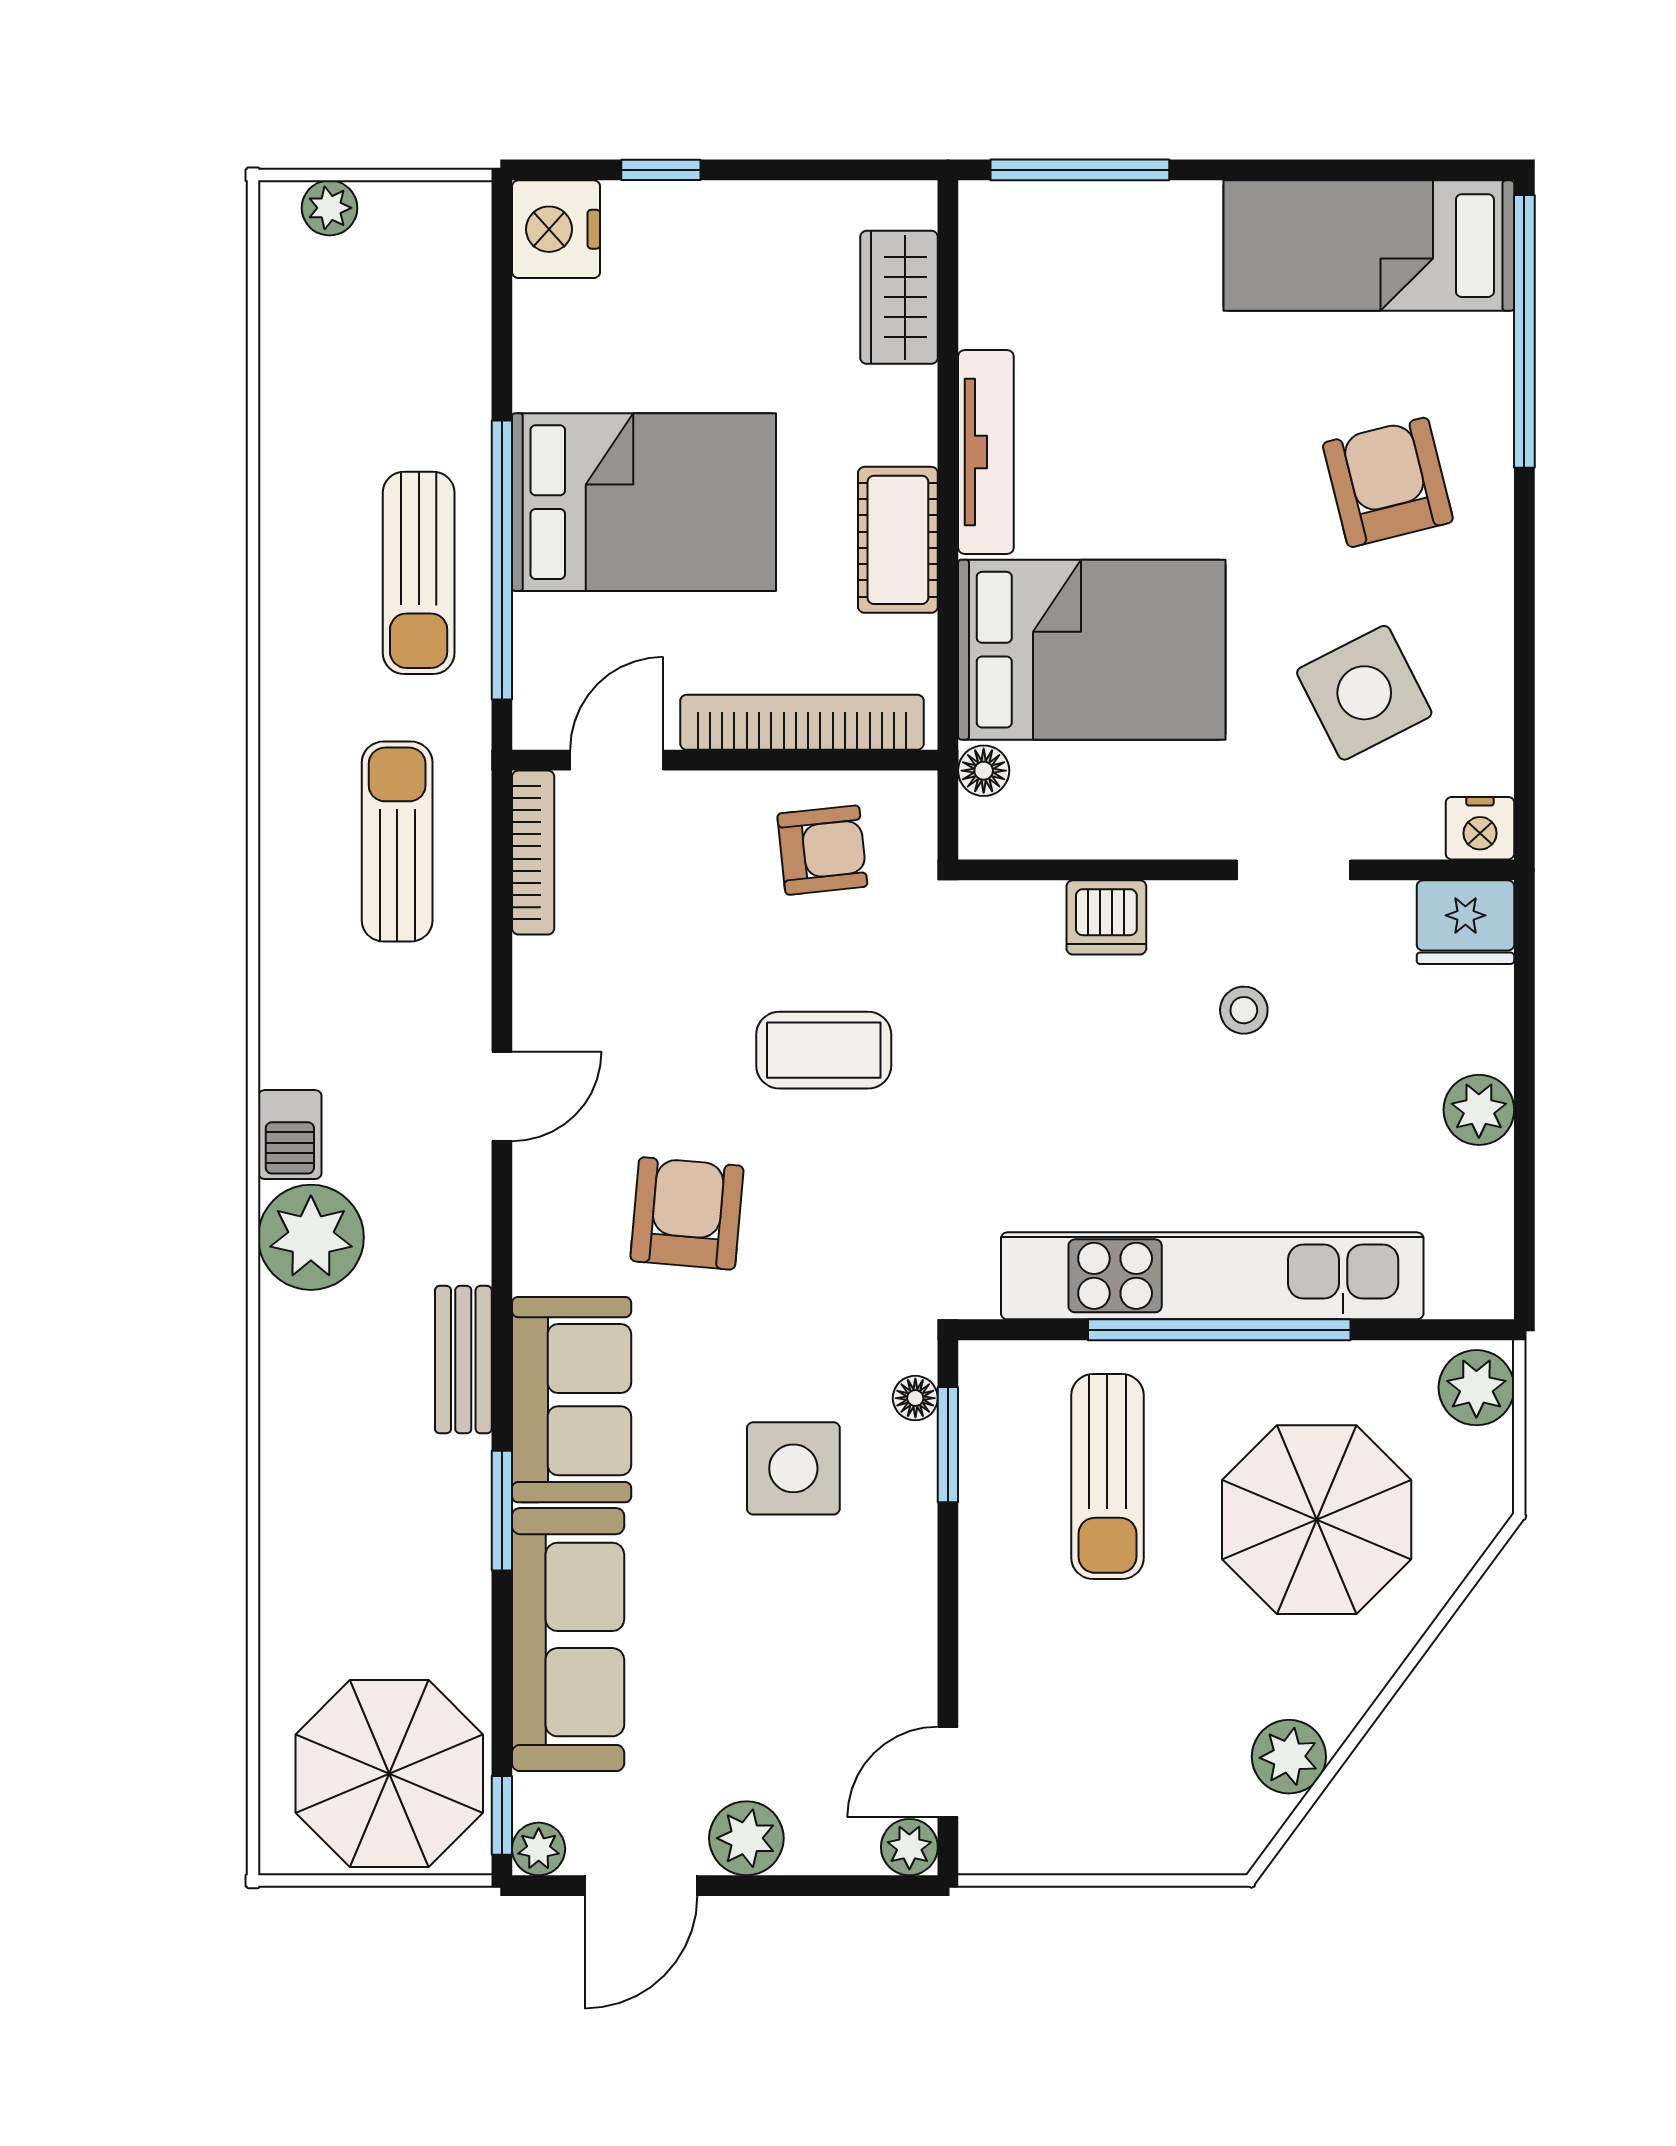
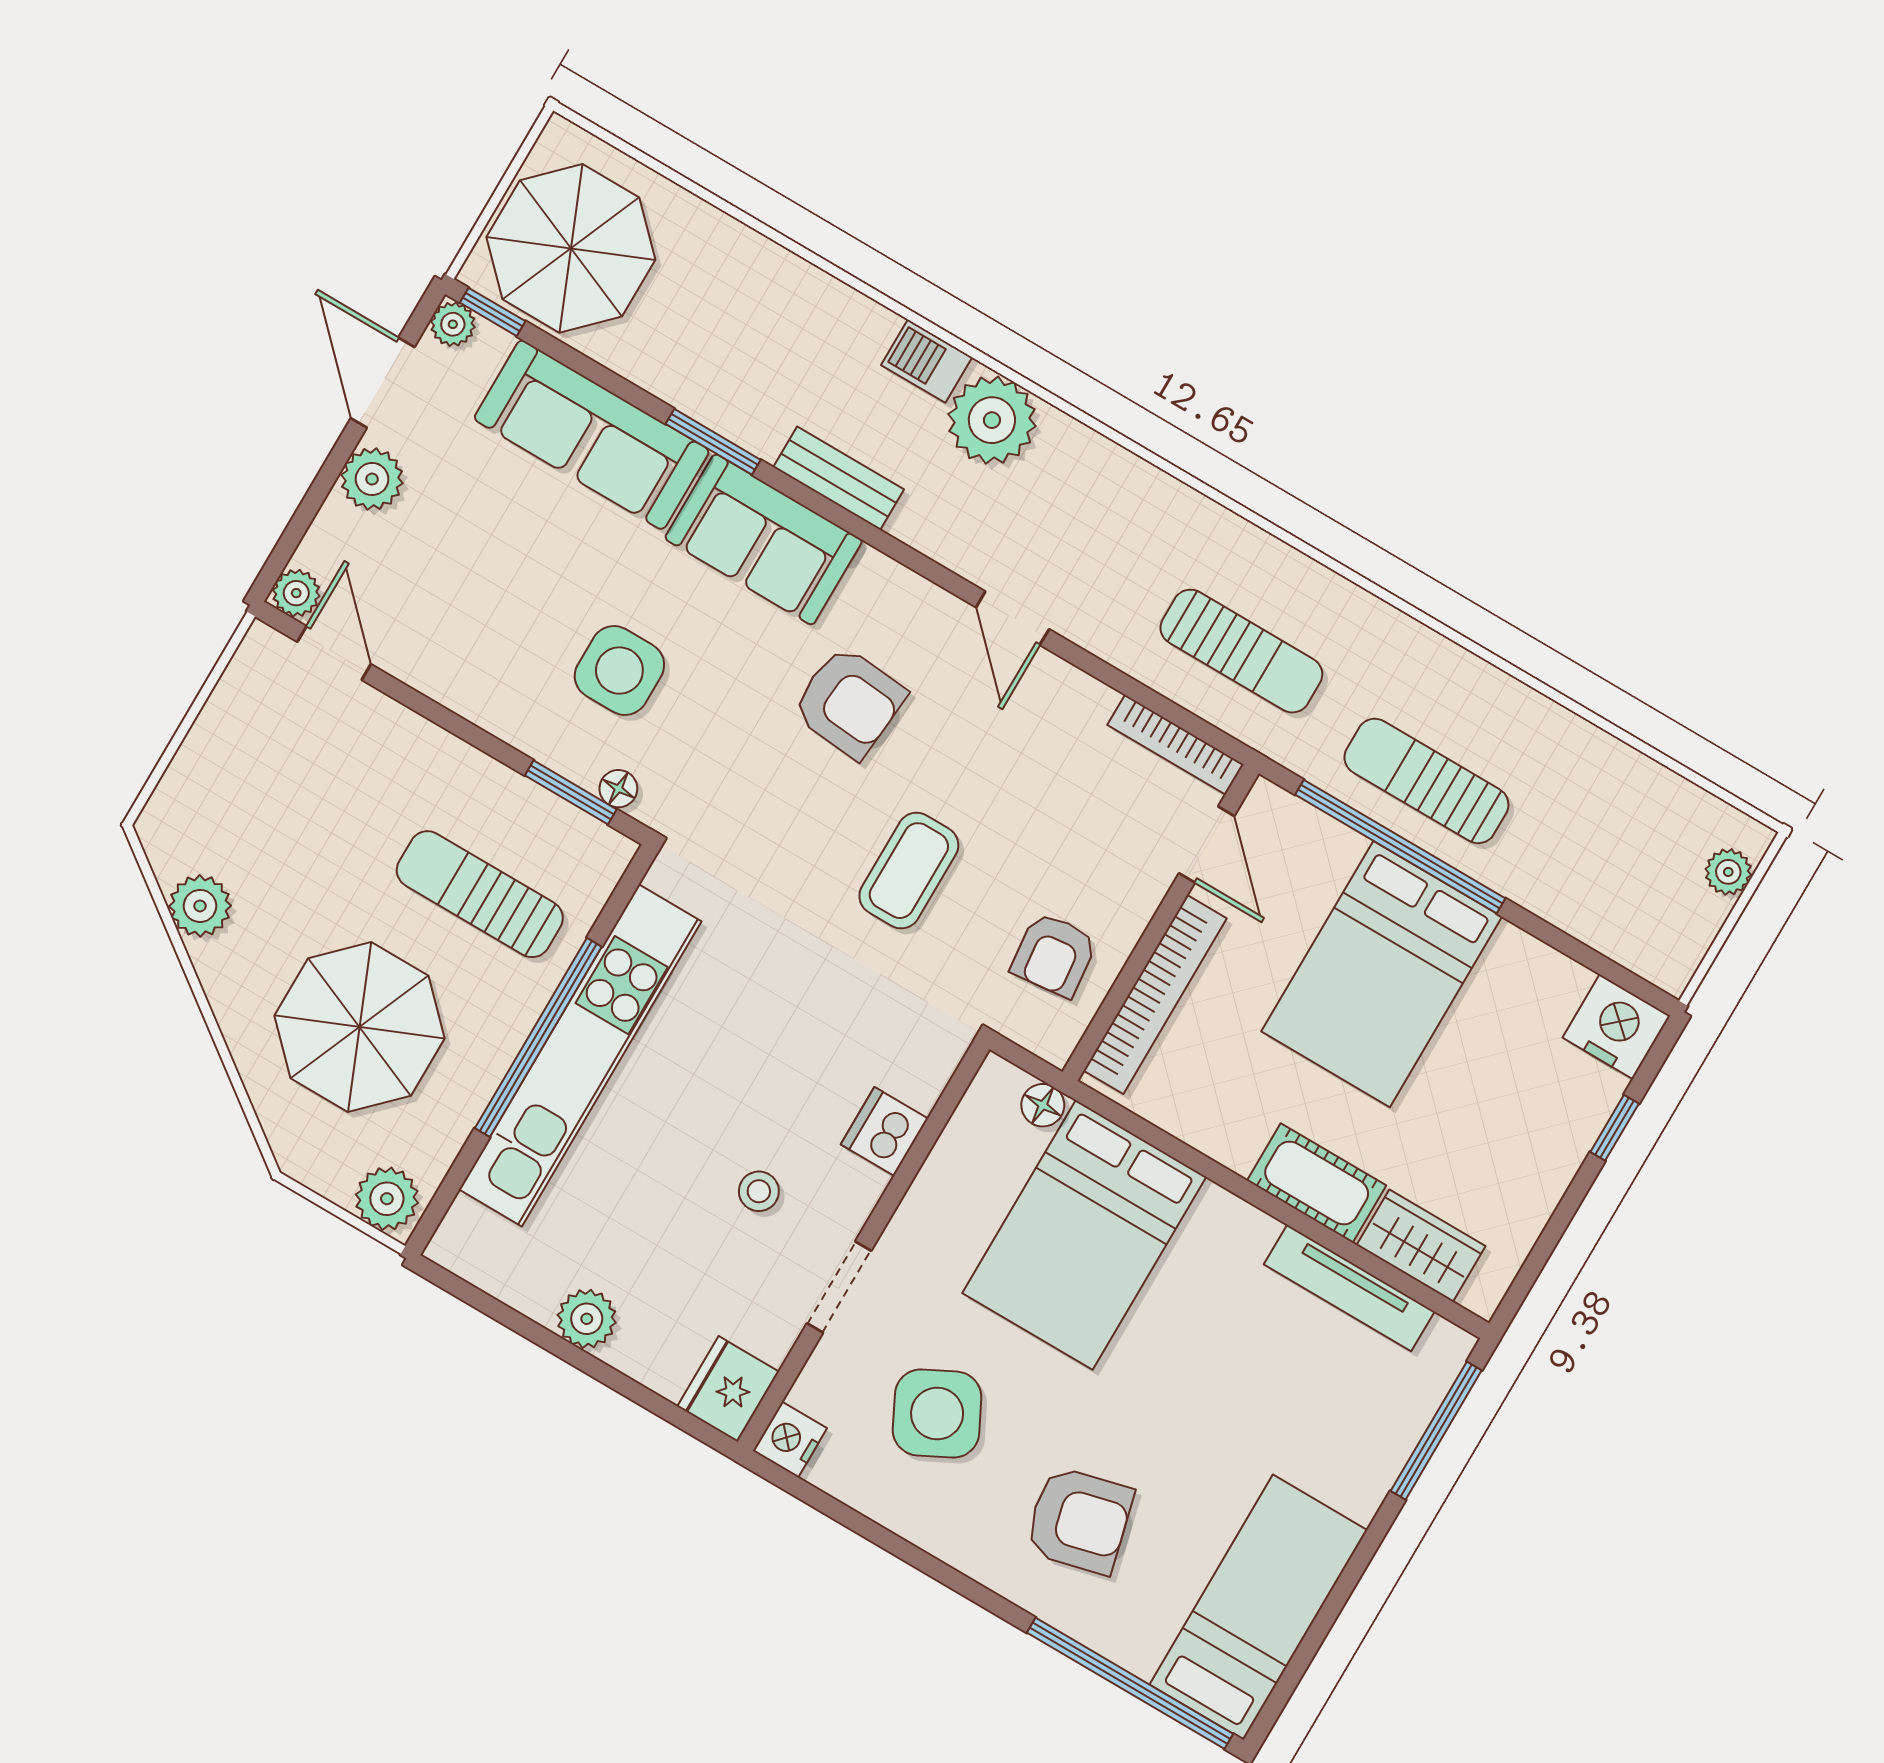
tv unit: (986, 452) -> (1349, 1288), moved
cot: (898, 540) -> (1317, 1183), moved
barbecue: (290, 1135) -> (927, 361), moved

